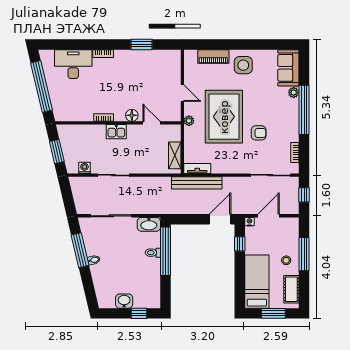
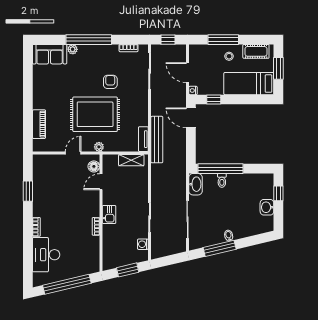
side table: (243, 65) -> (47, 96), removed
floor lamp: (132, 115) -> (94, 166), moved

